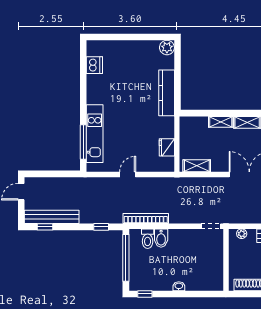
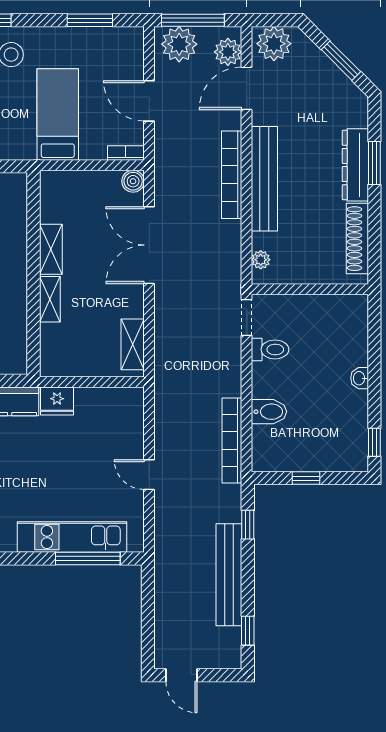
fridge: (167, 147) -> (57, 401), moved
bench: (52, 217) -> (229, 575), moved
toilet: (148, 239) -> (270, 349), moved
window: (126, 258) -> (306, 478), width x0.32

